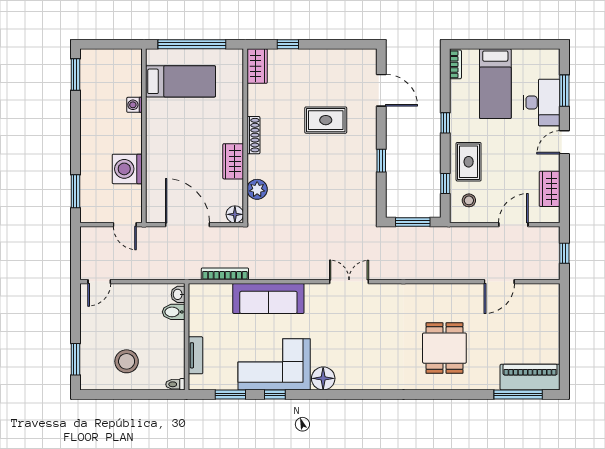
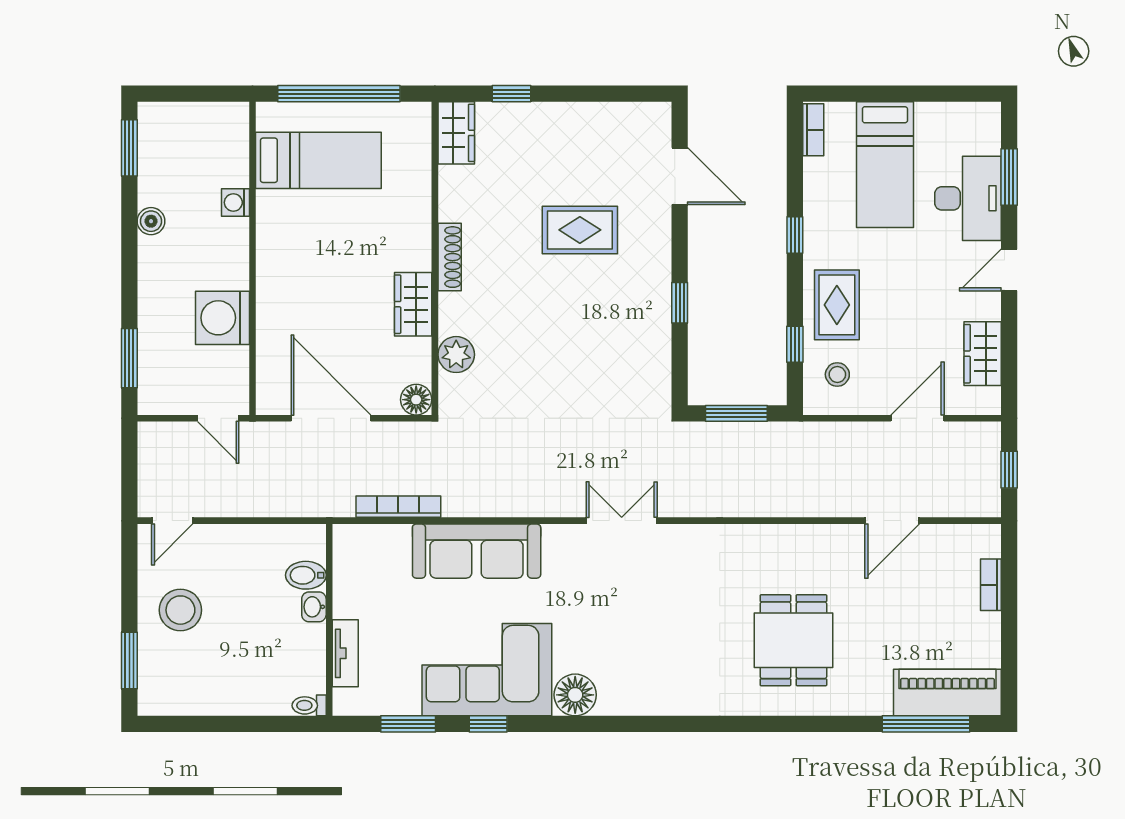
boiler: (87, 115) -> (151, 221), added
washbasin: (178, 294) -> (314, 607), moved
bookcase: (554, 317) -> (991, 585), added
stool: (127, 361) -> (180, 610), moved

